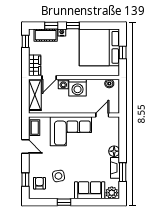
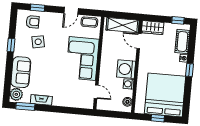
window: (51, 26) -> (191, 48), removed
washing machine: (63, 84) -> (129, 84), moved
floor lamp: (114, 151) -> (58, 101), removed
window: (123, 172) -> (25, 106), moved

